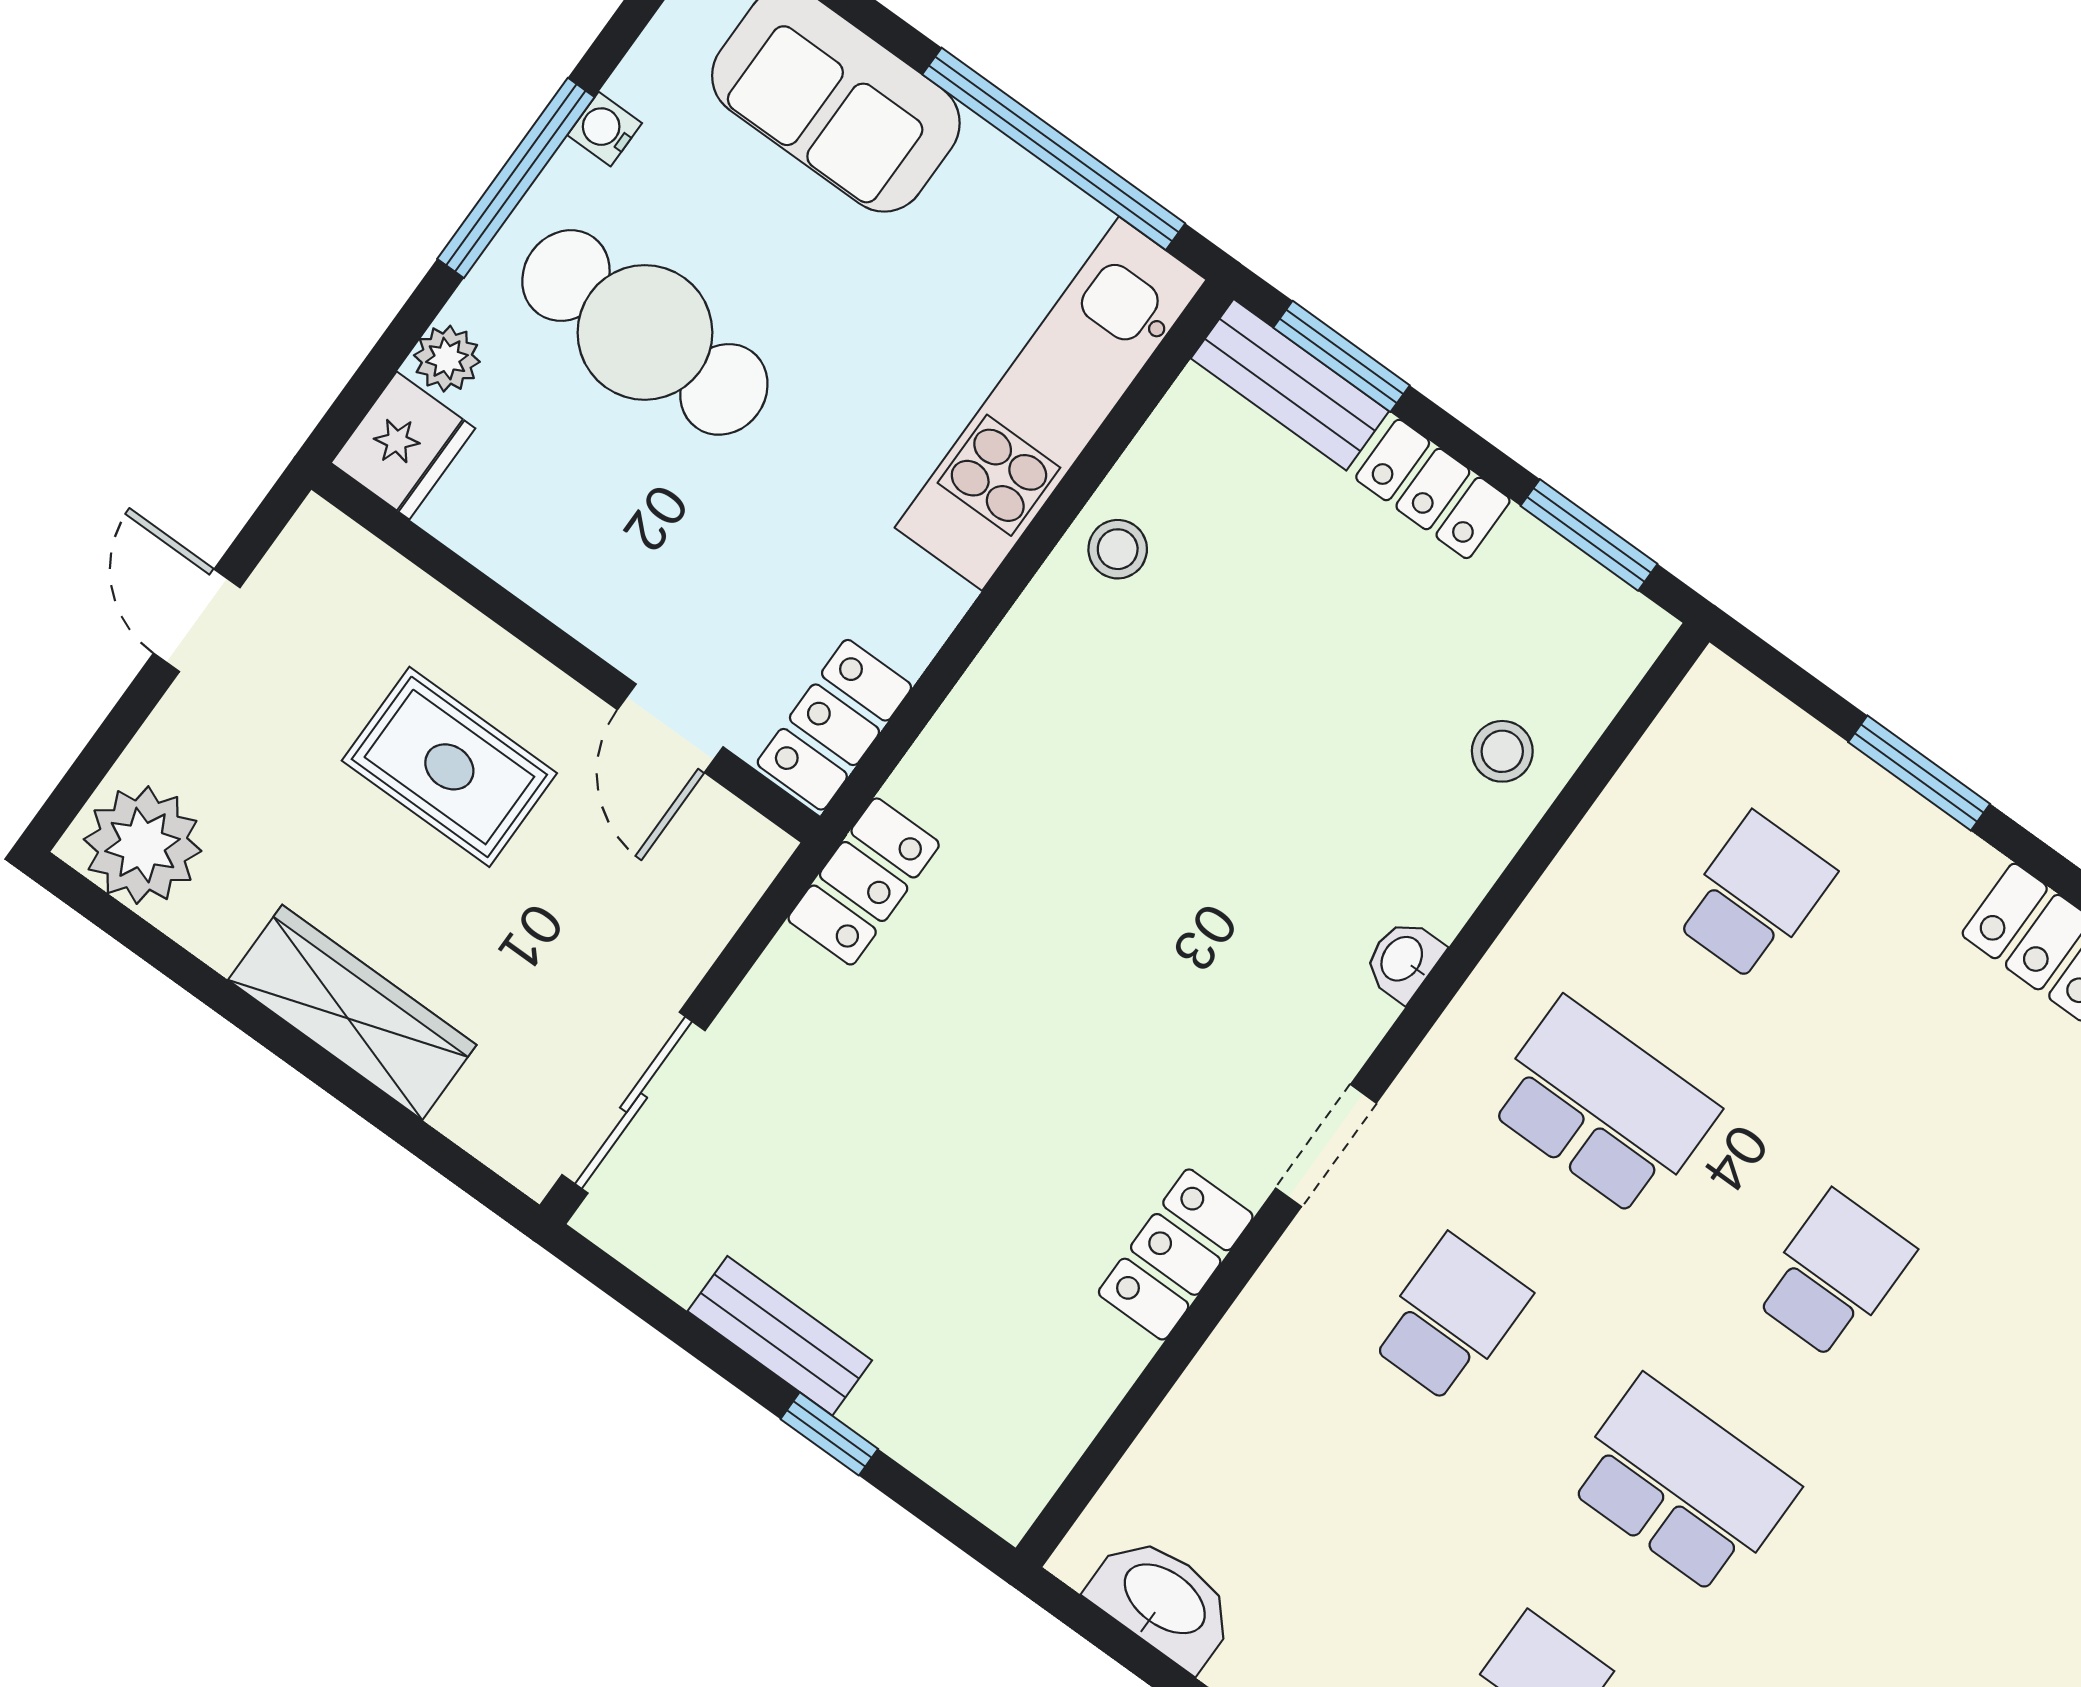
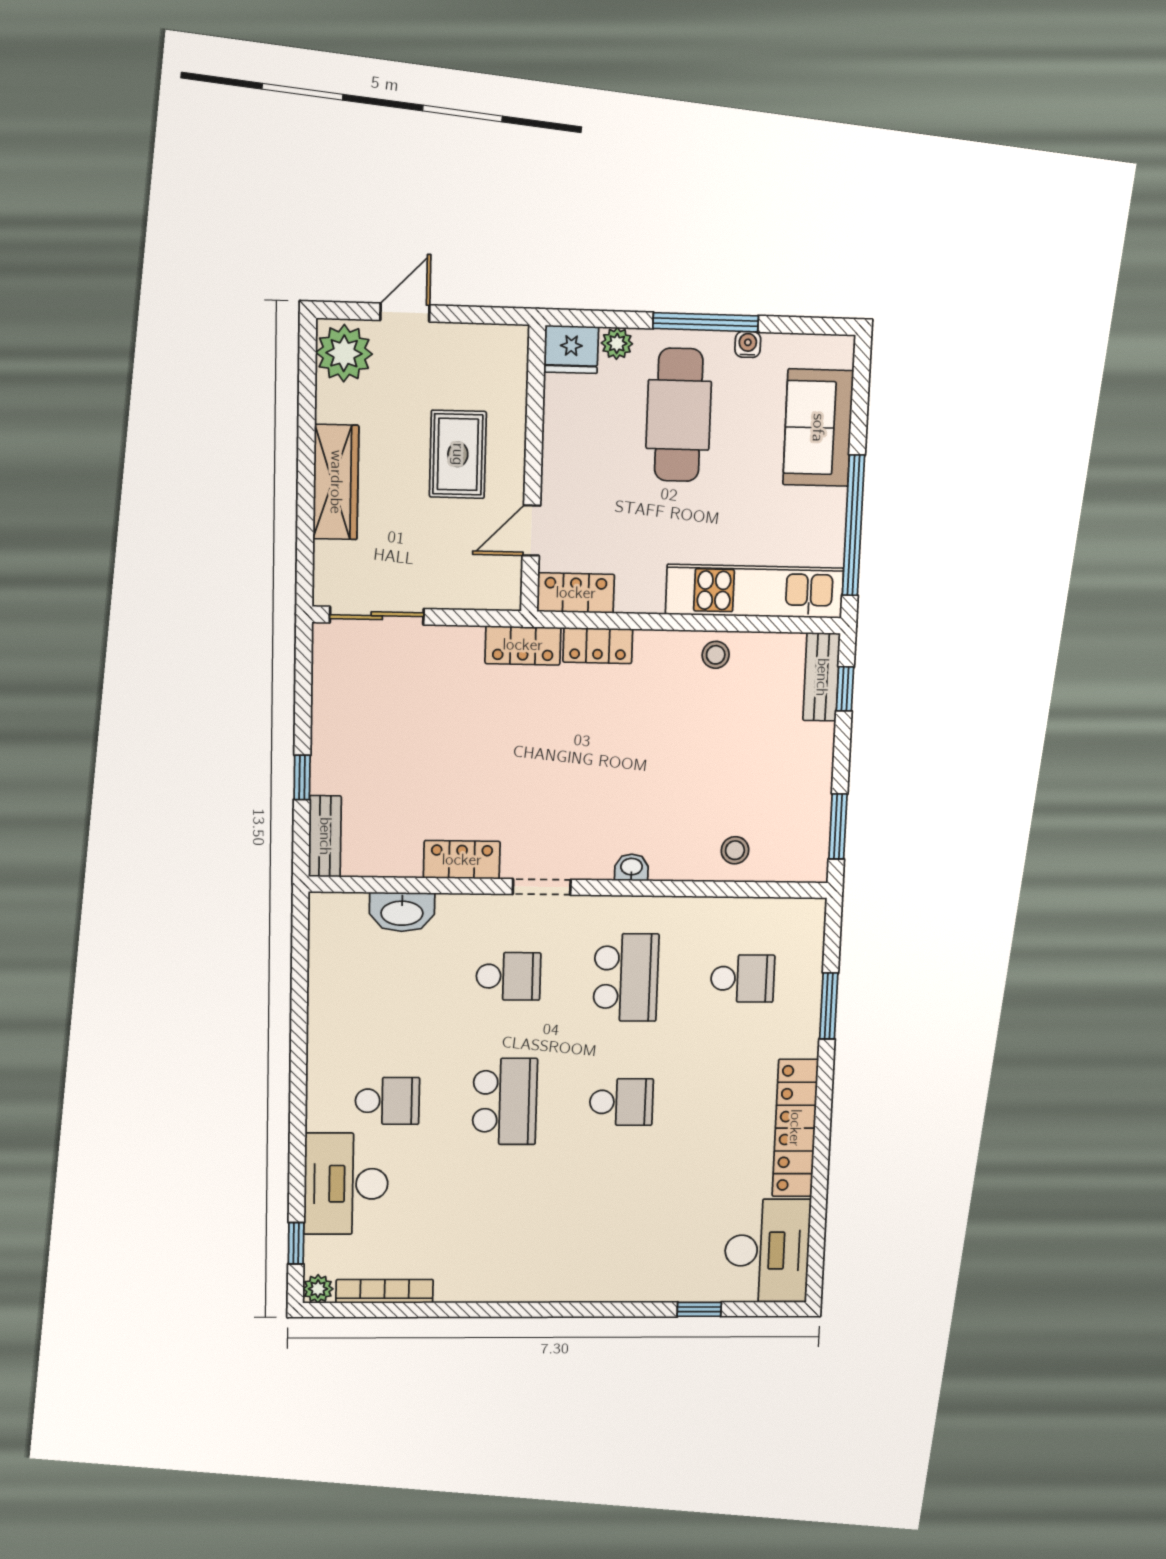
window: (1341, 356) -> (845, 689), width x0.67
locker: (1433, 489) -> (598, 646), moved, turned -90
door: (197, 620) -> (405, 313), moved
bench: (780, 1336) -> (325, 836), moved
washbasin: (1163, 1601) -> (402, 912), moved, turned 90

